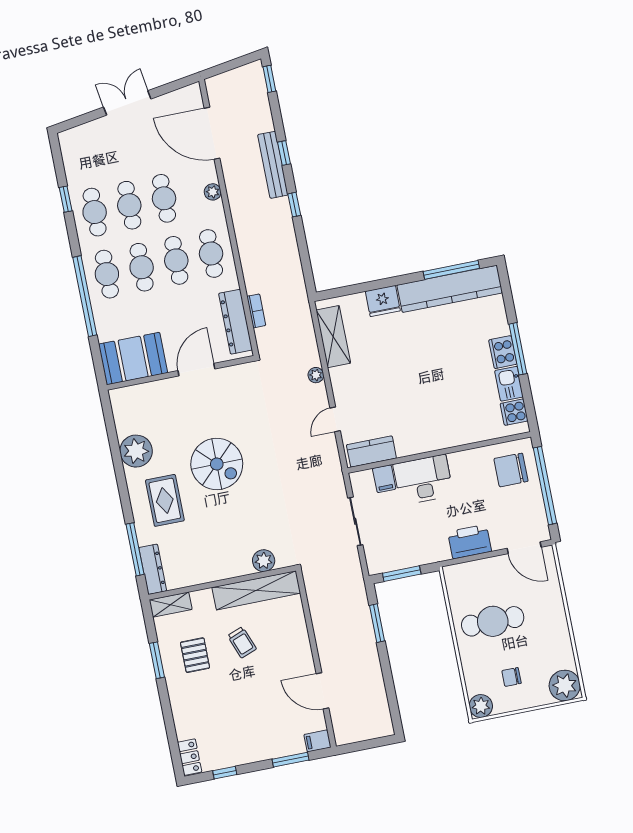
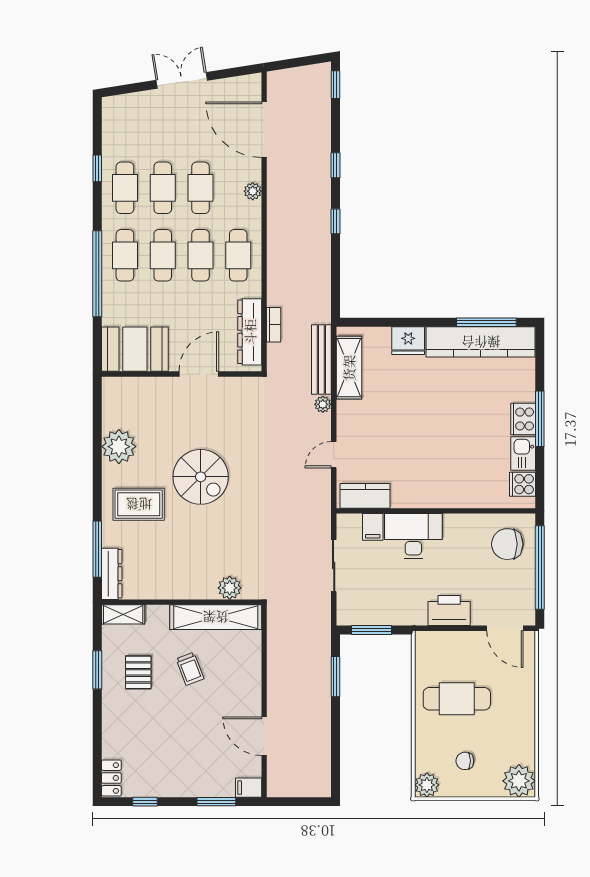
bench: (273, 165) -> (321, 359), moved
rug: (165, 500) -> (139, 504), turned 90

